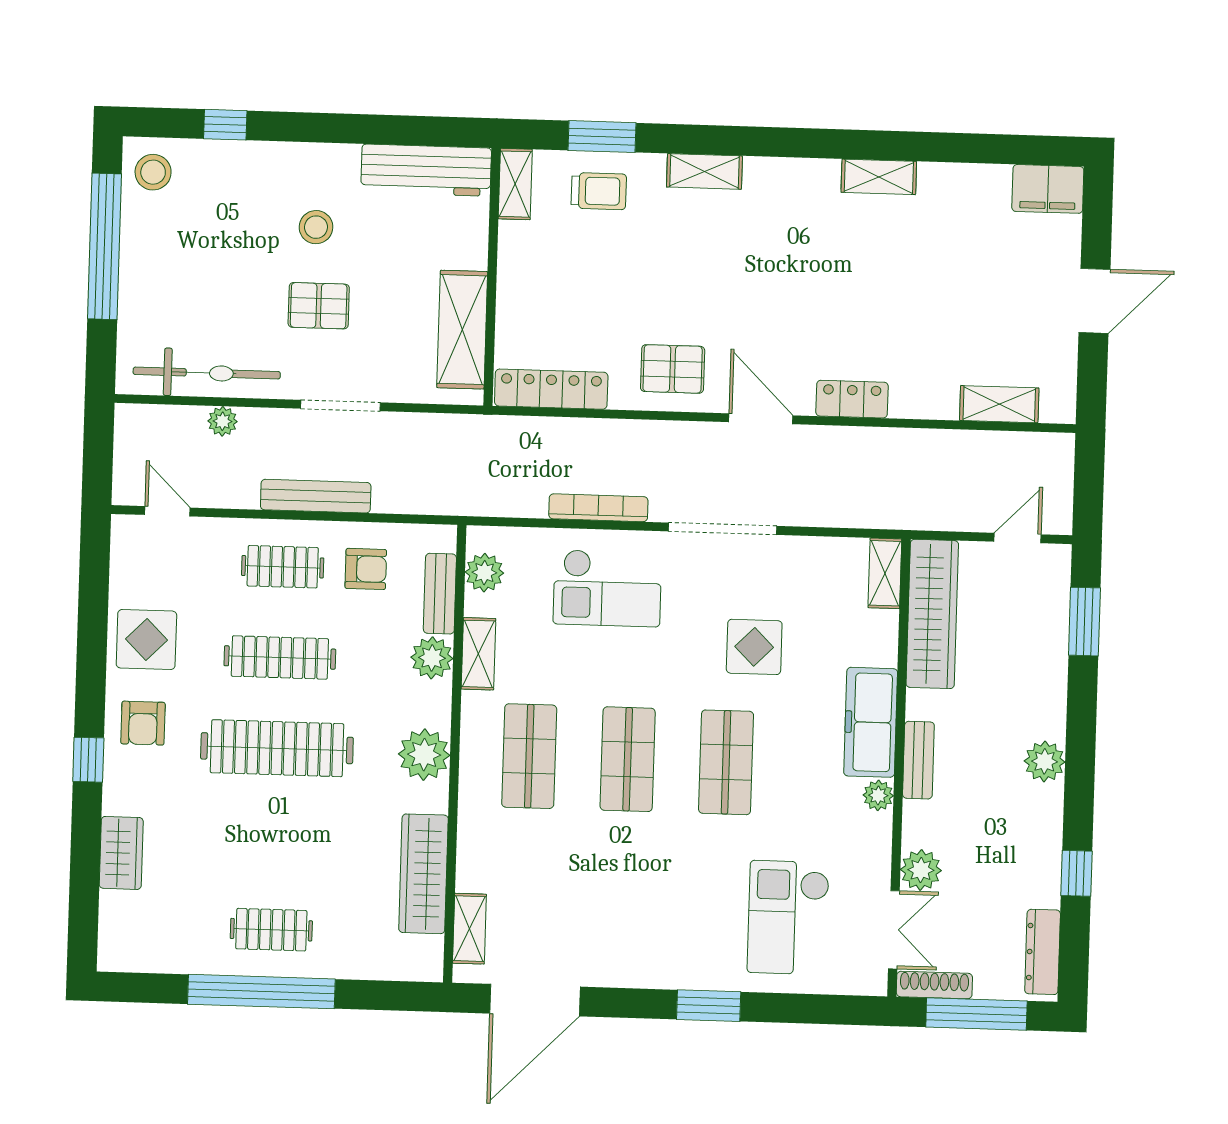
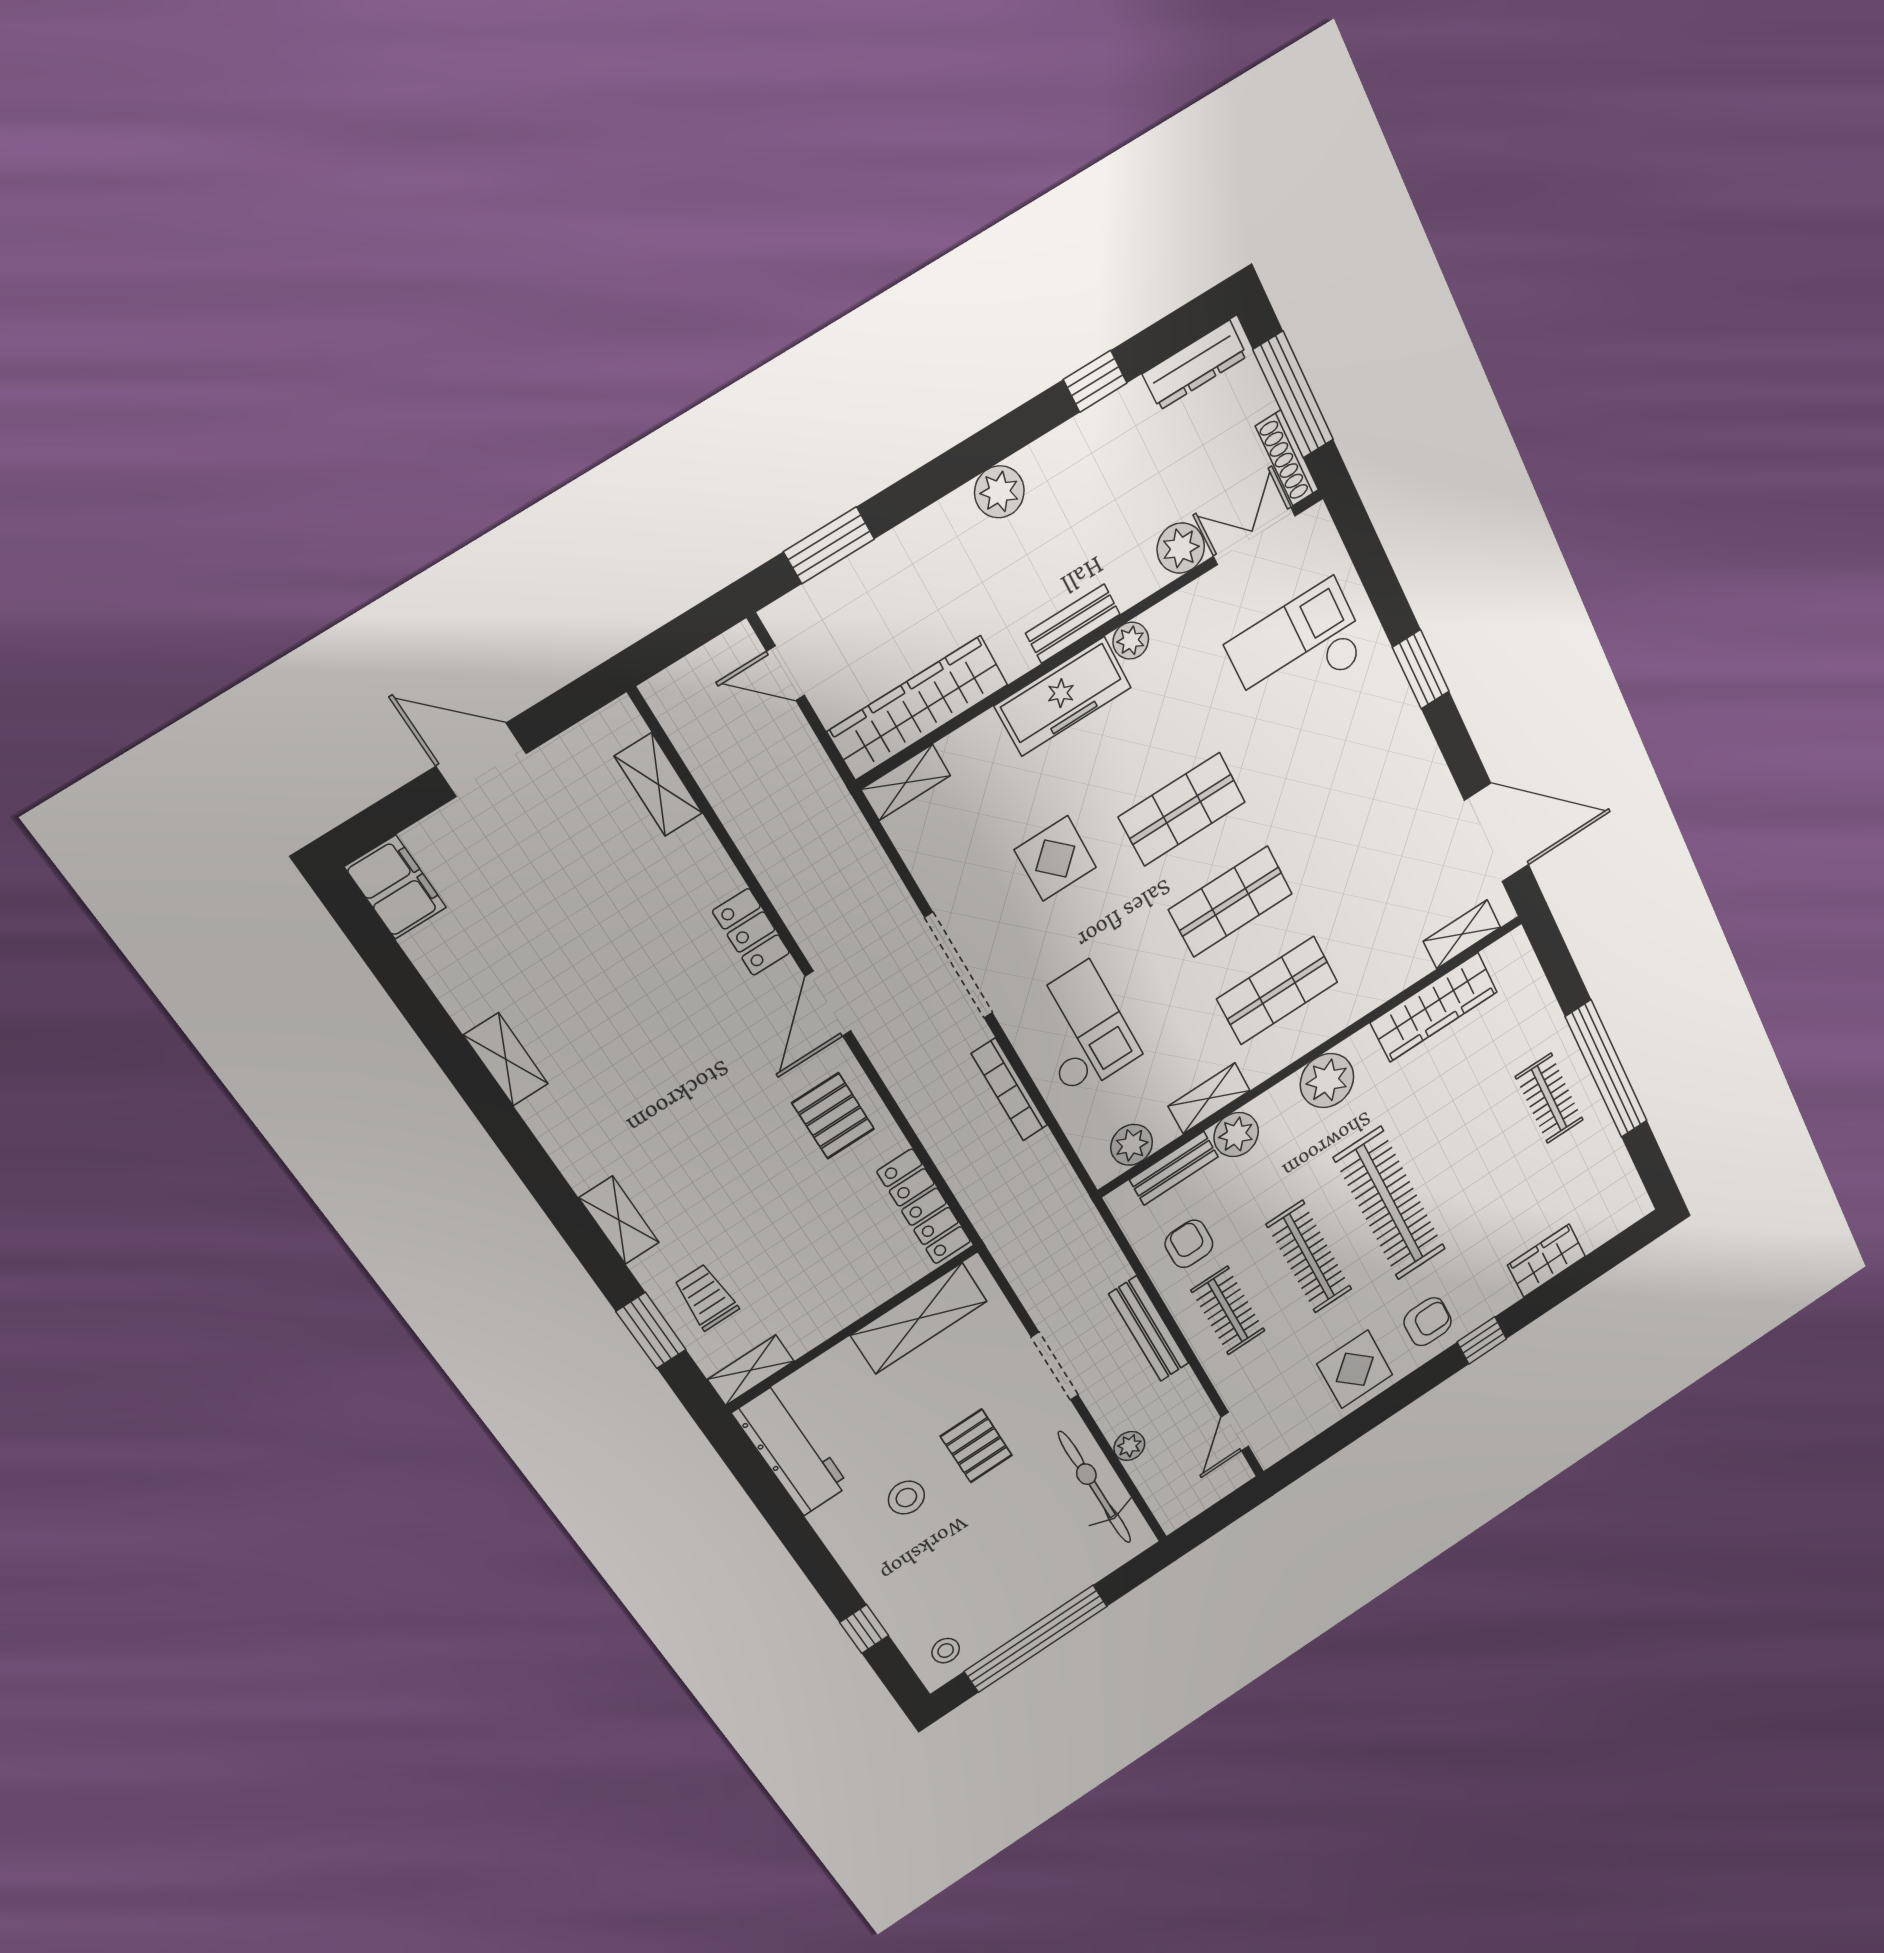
stool: (153, 172) -> (946, 1651), width x0.73, depth x0.73
checkout: (788, 918) -> (1298, 649), turned 180

